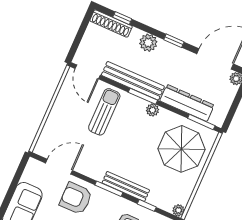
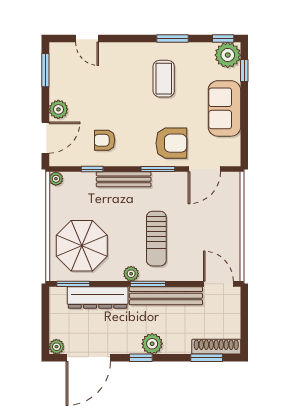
window: (122, 18) -> (207, 358), width x1.50
plant: (148, 43) -> (152, 344), moved
sun lounger: (104, 112) -> (156, 239), moved
window: (109, 189) -> (158, 169), moved

